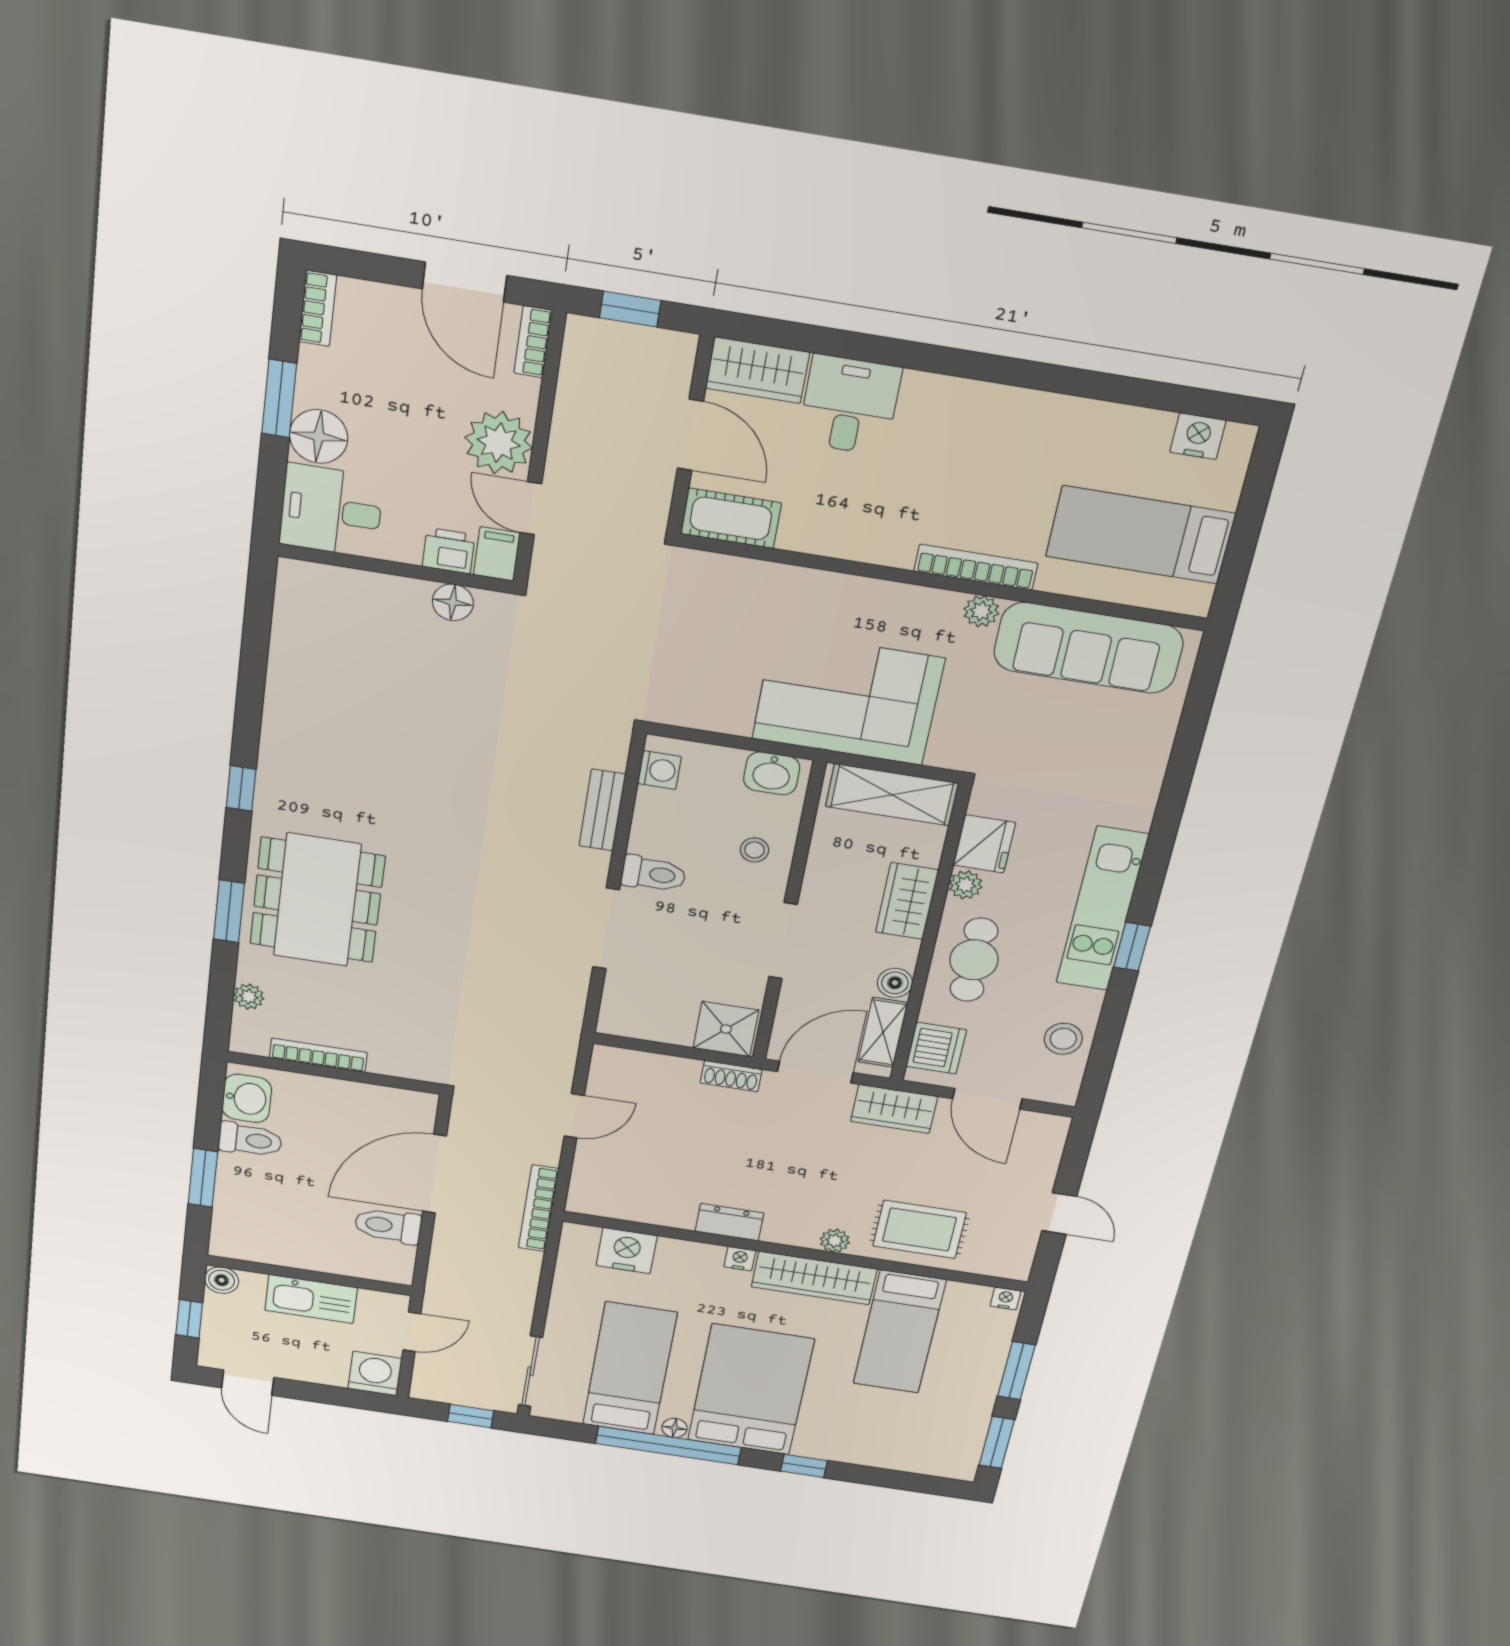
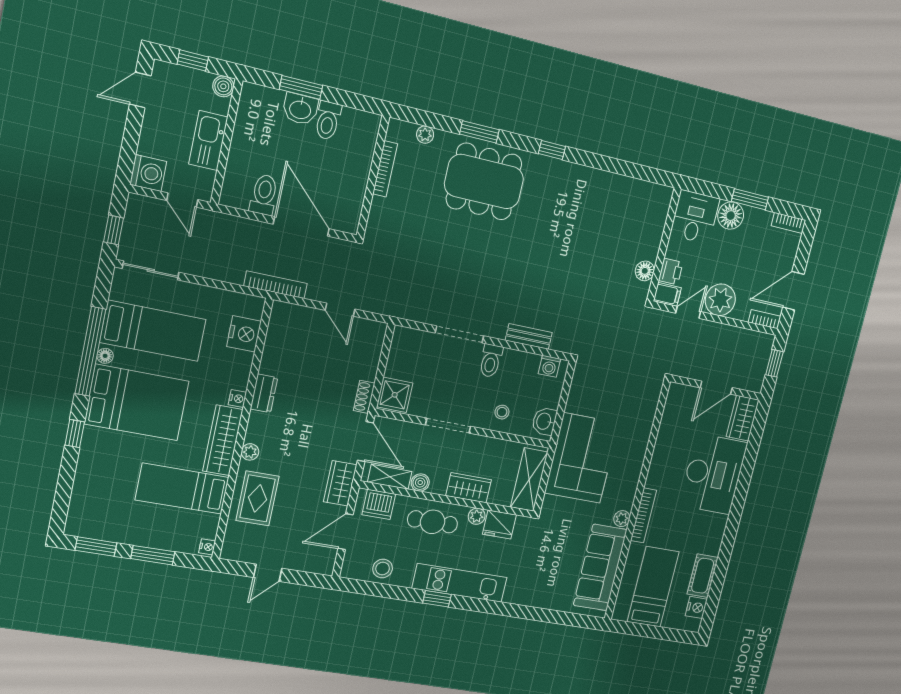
desk: (850, 405) -> (713, 474), width x1.87, depth x1.30
cot: (731, 518) -> (703, 576), moved
washbasin: (247, 1098) -> (300, 109), moved

